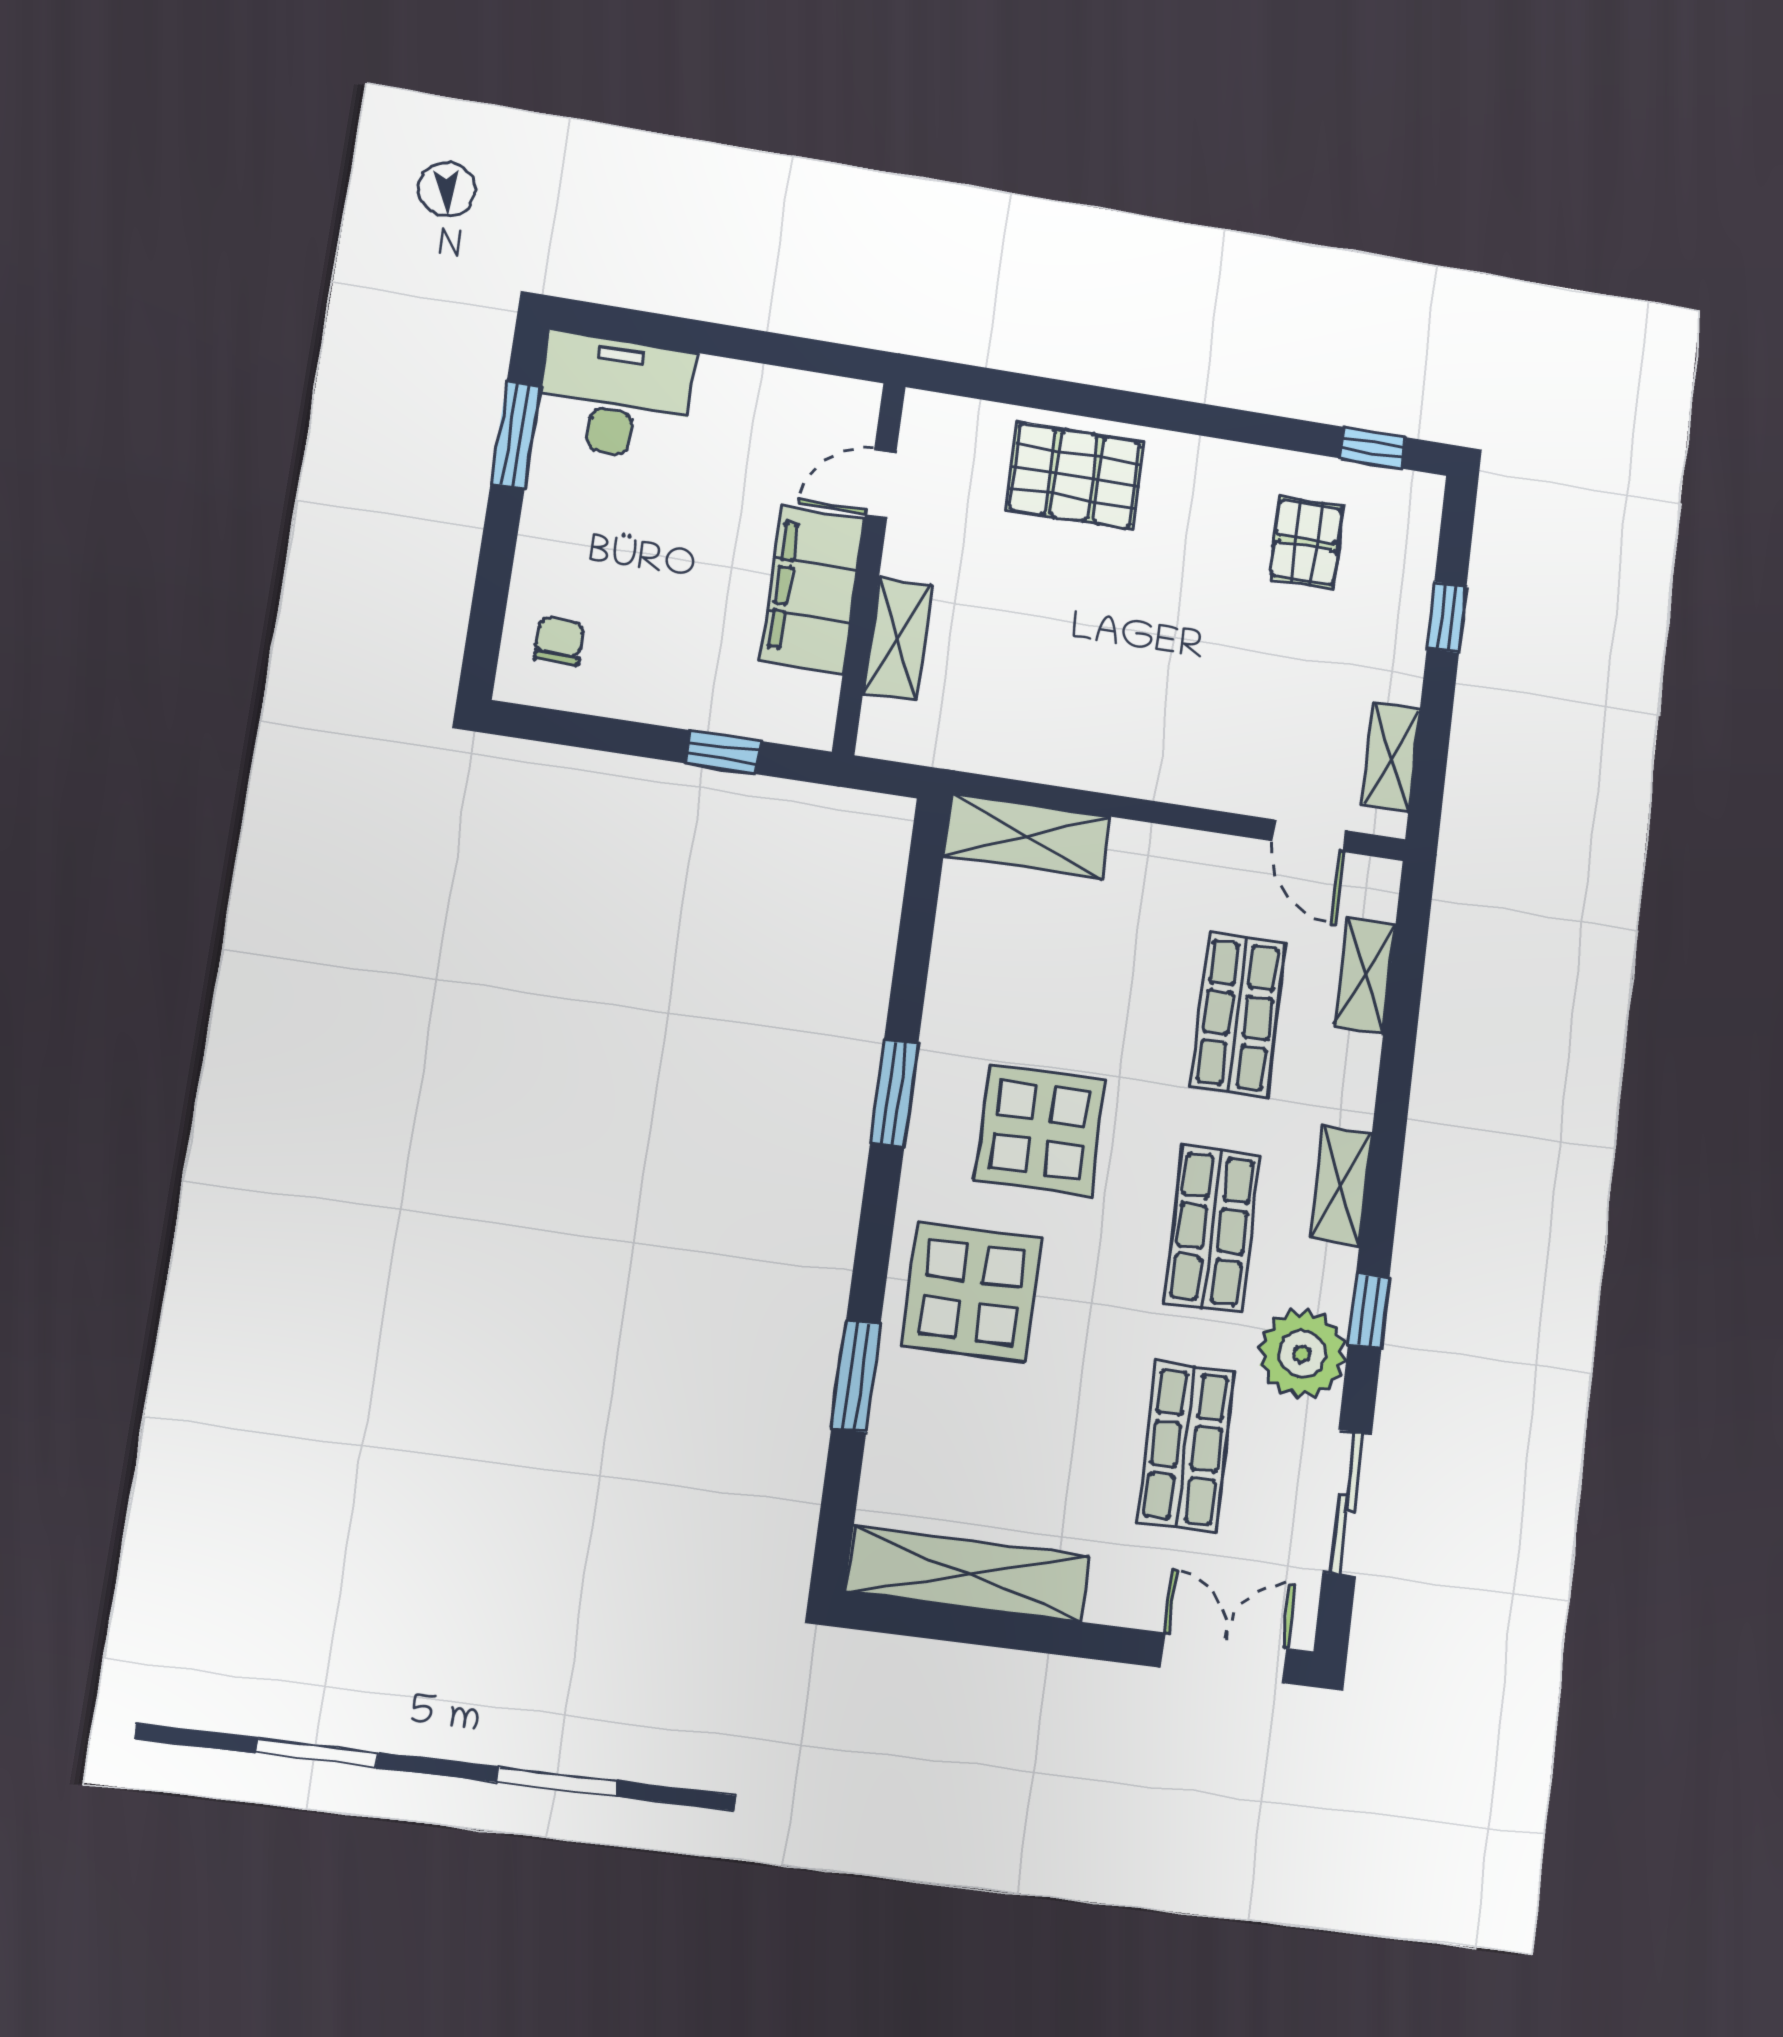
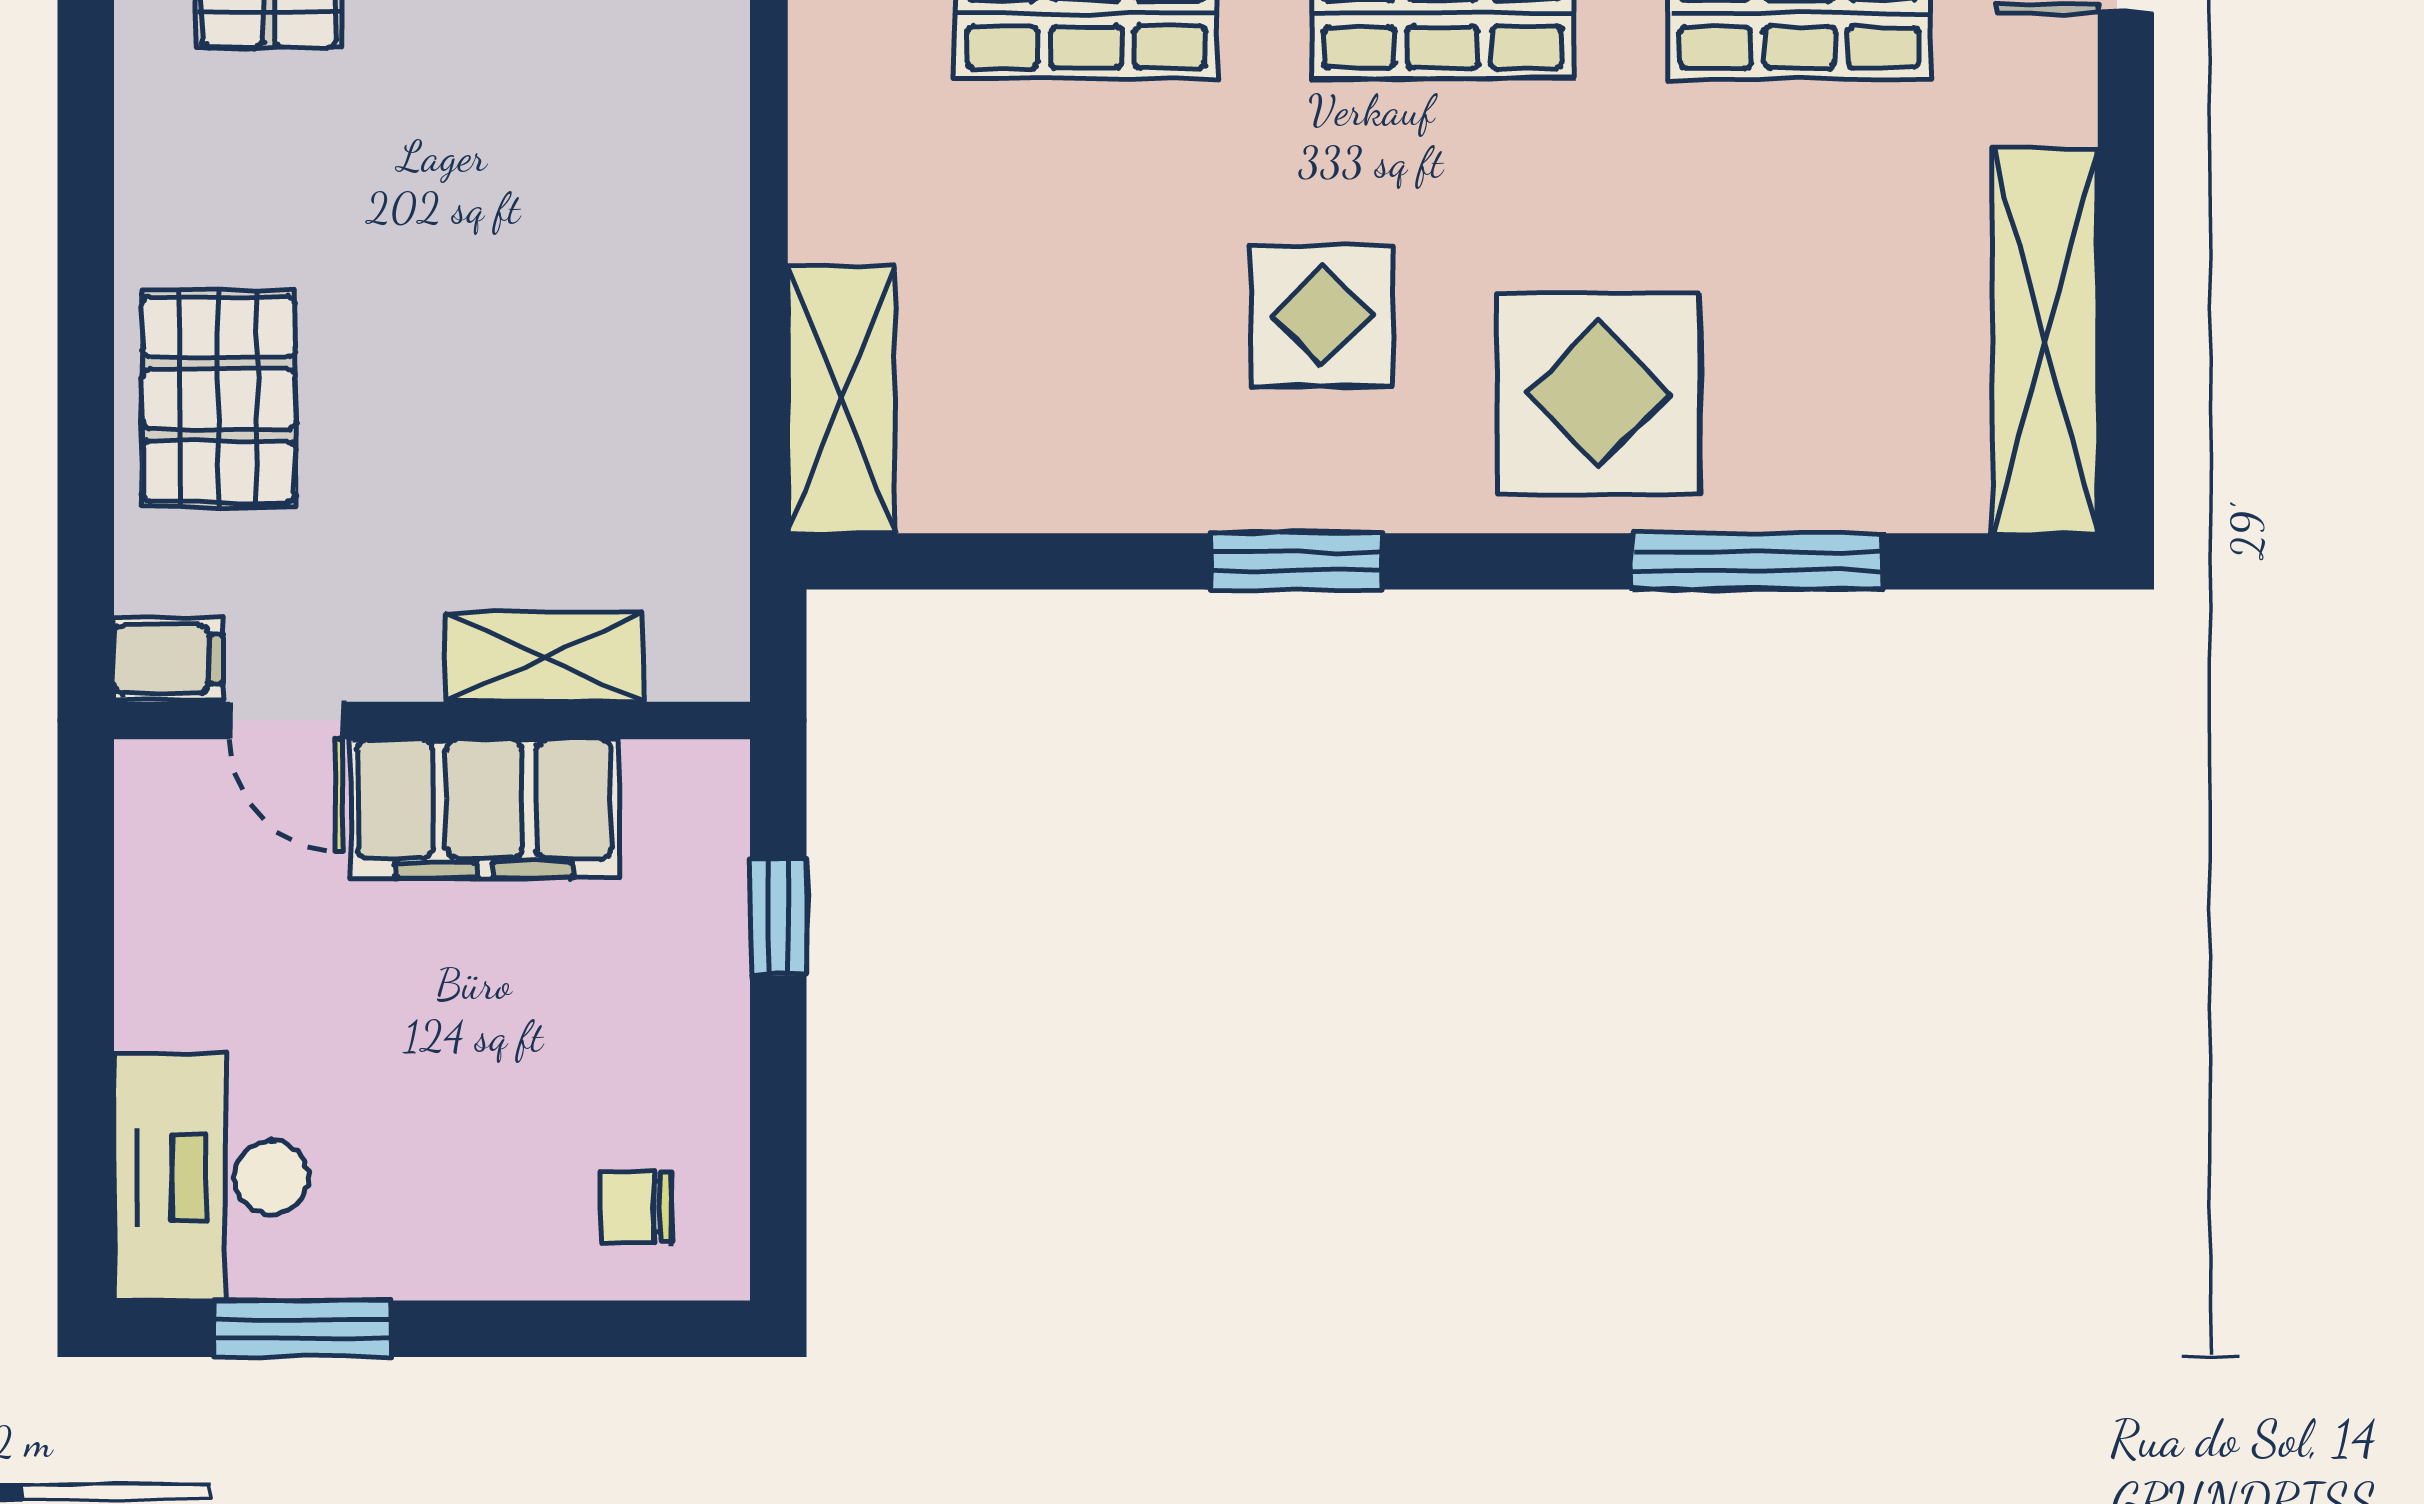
filing cabinet: (926, 422) -> (168, 659), added
display table: (1040, 1130) -> (1322, 316), width x0.73, depth x0.73
window: (856, 1376) -> (1757, 561), width x1.44

